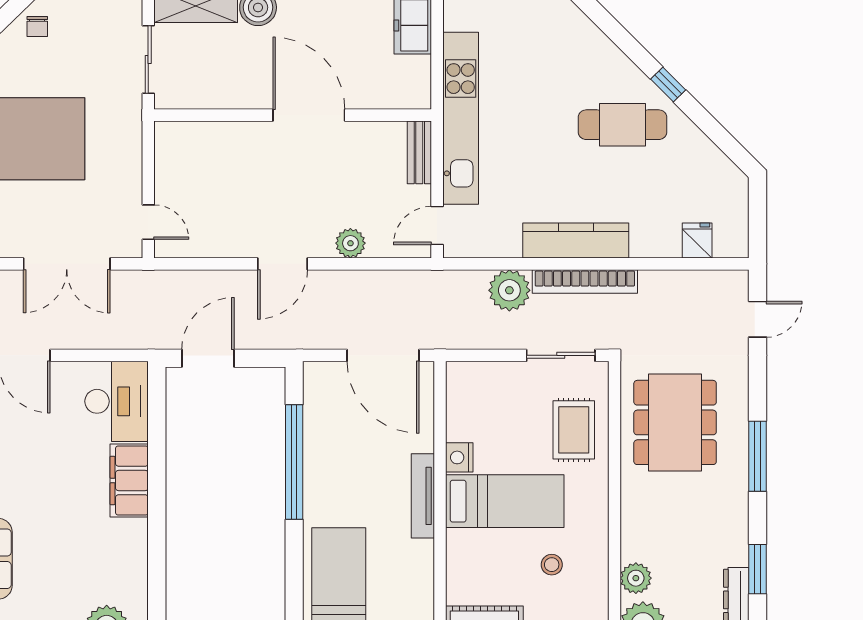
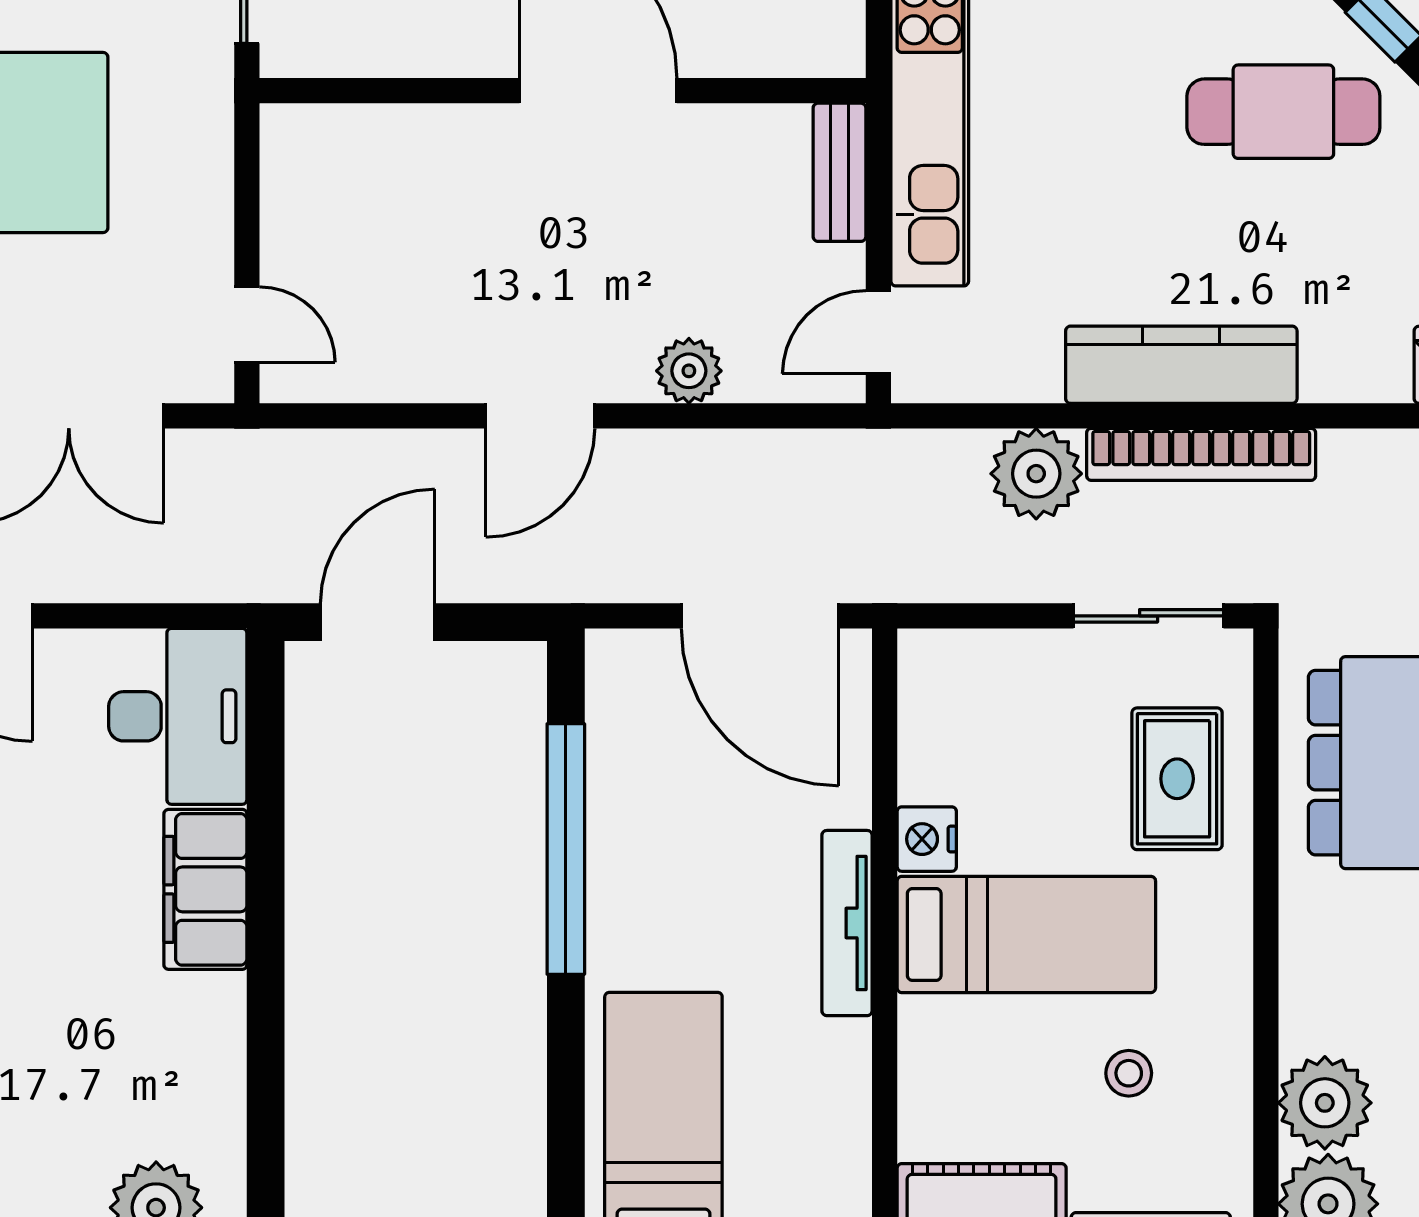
plant: (636, 578) -> (1325, 1103), width x1.36, depth x1.36

